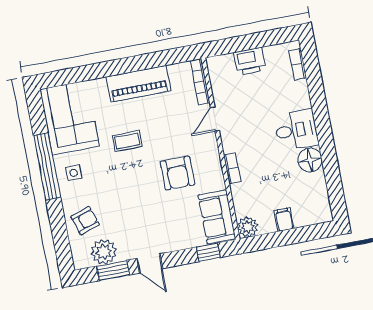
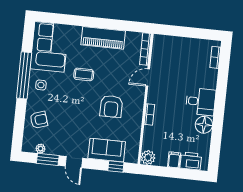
printer: (250, 61) -> (191, 161), moved, turned 180
sofa: (217, 217) -> (107, 150), moved, turned 90
plant: (104, 252) -> (40, 149), width x0.53, depth x0.53

